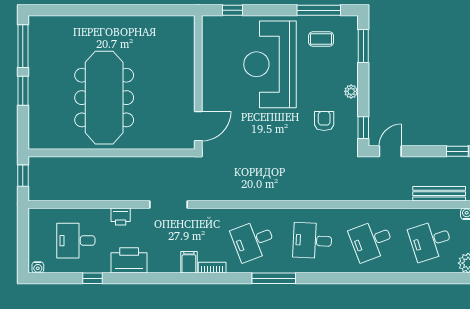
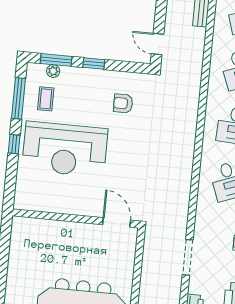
window: (233, 10) -> (14, 144), moved
plant: (351, 91) -> (53, 71), moved
window: (363, 128) -> (94, 64), moved

